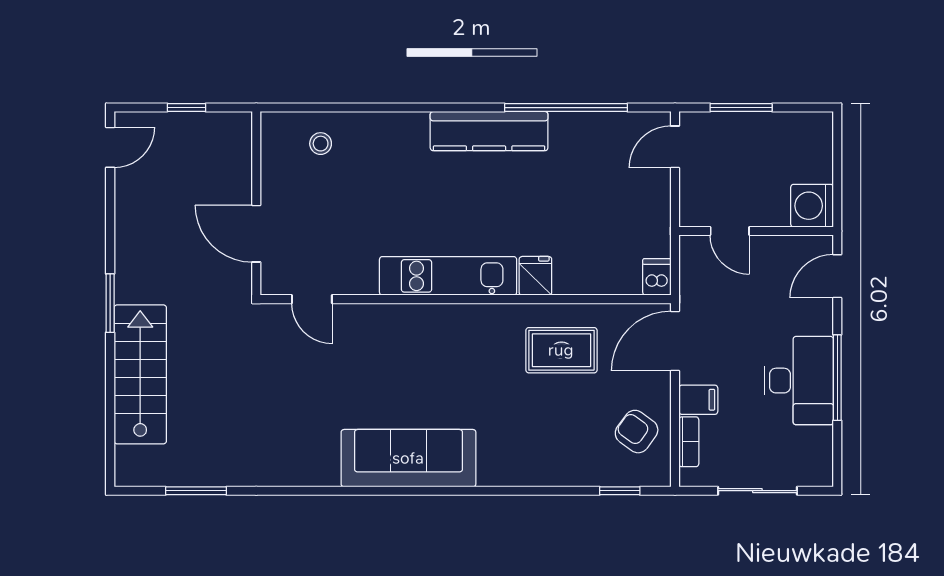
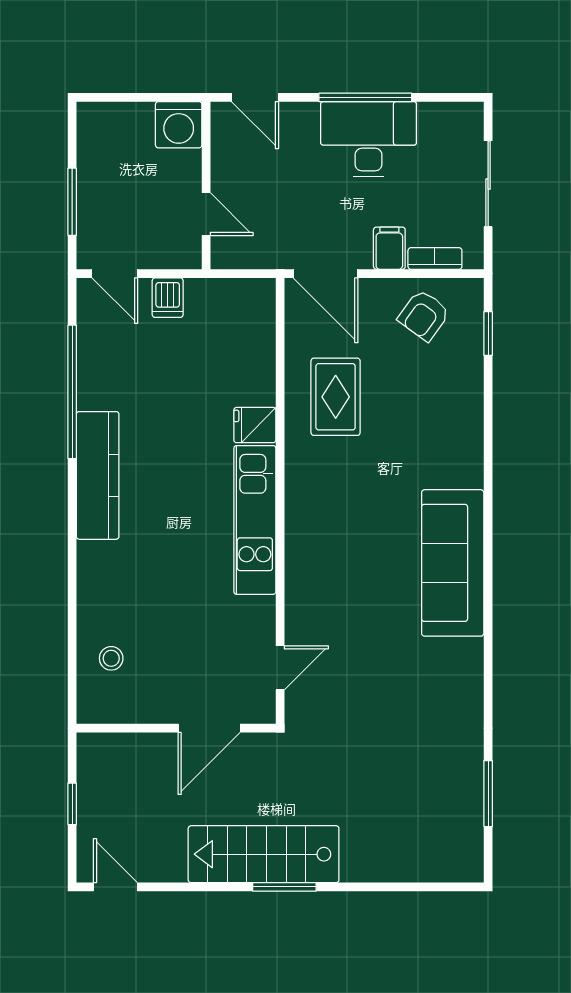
door: (730, 231) -> (206, 214), hinge flipped
dishwasher: (657, 277) -> (168, 298), moved, turned -90
stairs: (140, 374) -> (264, 854), moved

